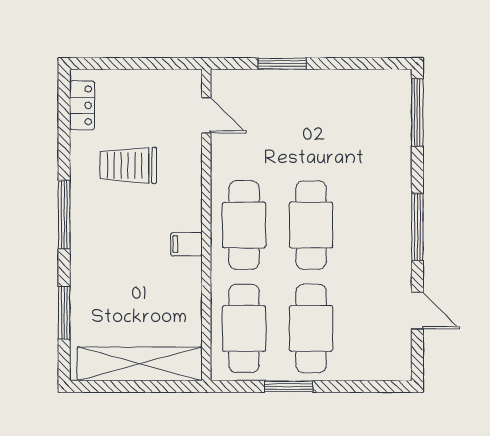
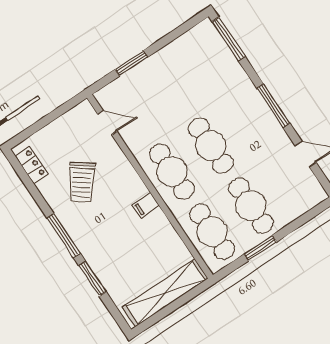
trolley: (128, 165) -> (82, 182), turned -53
window: (64, 313) -> (92, 279), moved

